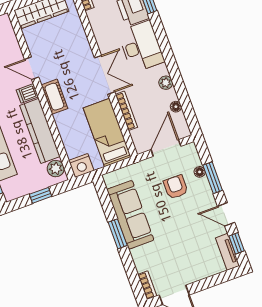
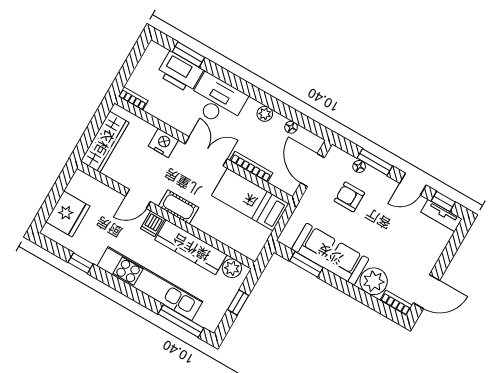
nightstand: (81, 166) -> (163, 143), moved, turned -90
window: (118, 234) -> (306, 264), moved
plant: (144, 258) -> (374, 281), added

